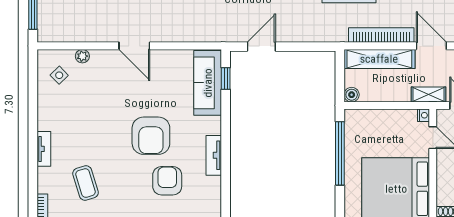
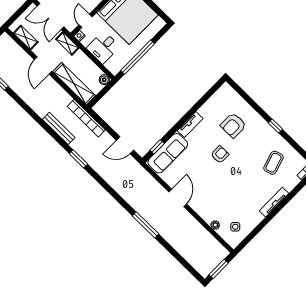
bookcase: (381, 35) -> (86, 118), moved
door: (134, 46) -> (178, 198), moved
desk: (386, 128) -> (103, 47), added
armchair: (151, 136) -> (220, 155), width x0.53, depth x0.53
tv unit: (44, 149) -> (274, 202), width x1.41
tv unit: (214, 155) -> (190, 125), moved

